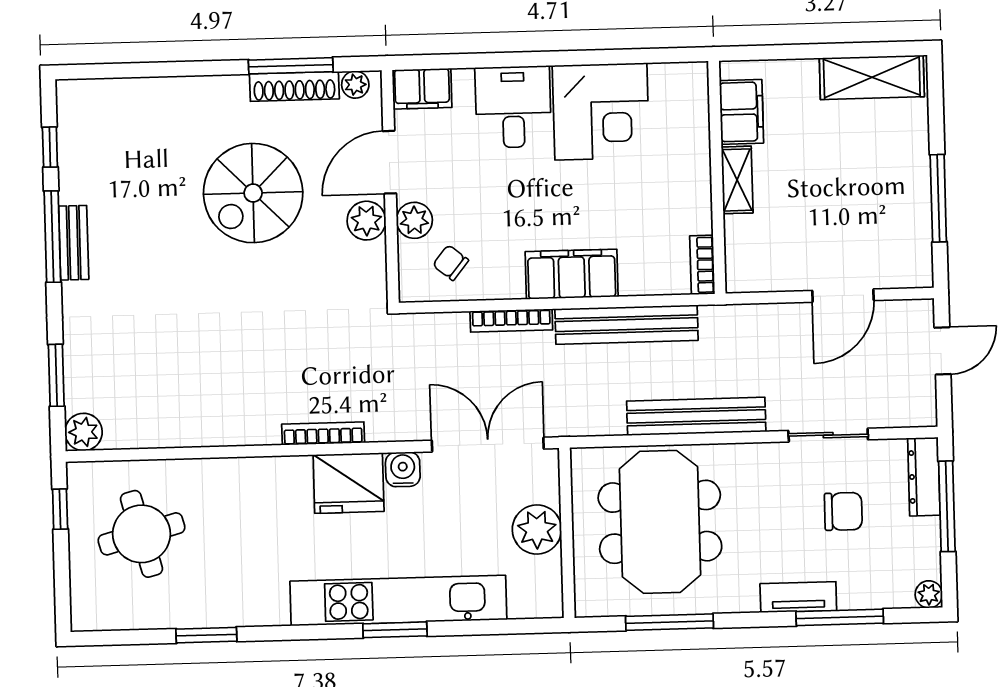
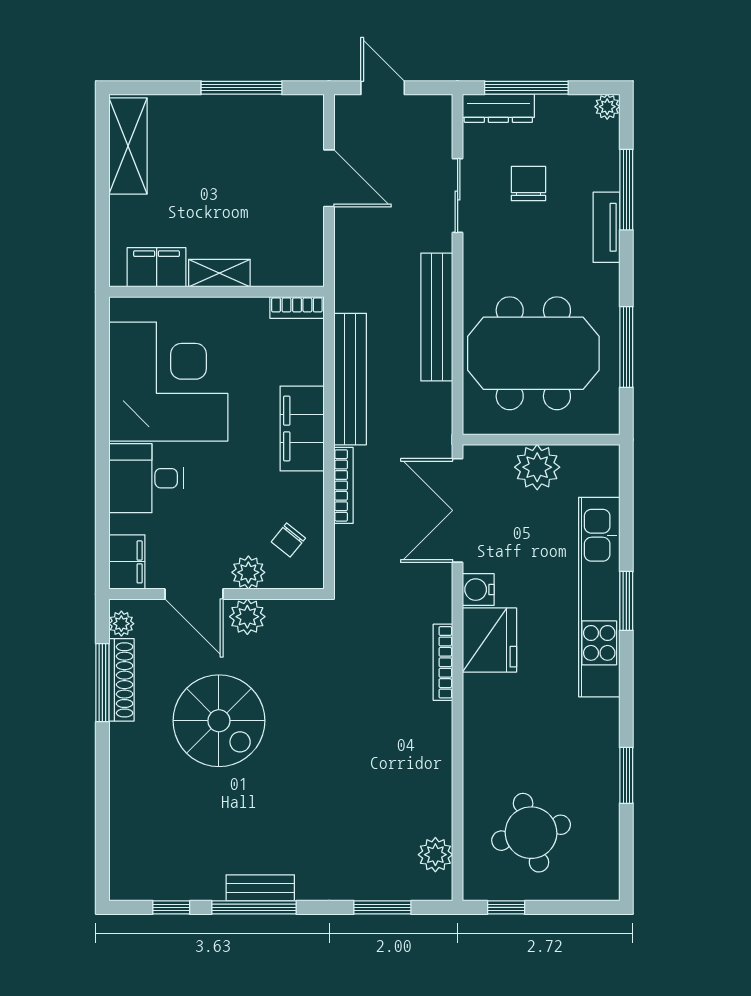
corner desk: (601, 111) -> (168, 382), width x1.36, depth x1.36
plant: (84, 432) -> (435, 855), moved

